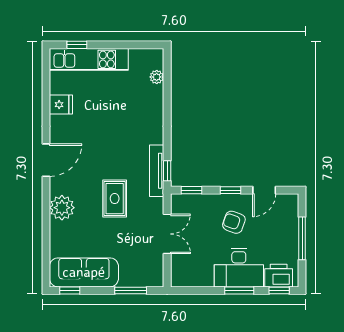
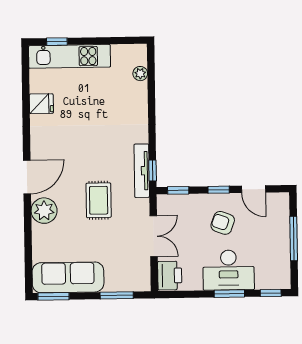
door: (46, 160) -> (27, 177), moved
door: (264, 190) -> (254, 189), hinge flipped
printer: (279, 276) -> (170, 276), moved, turned 90
window: (70, 290) -> (54, 296), width x1.50

